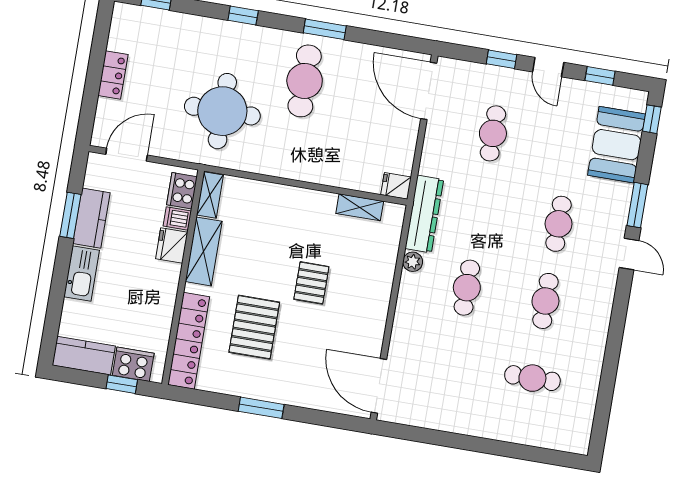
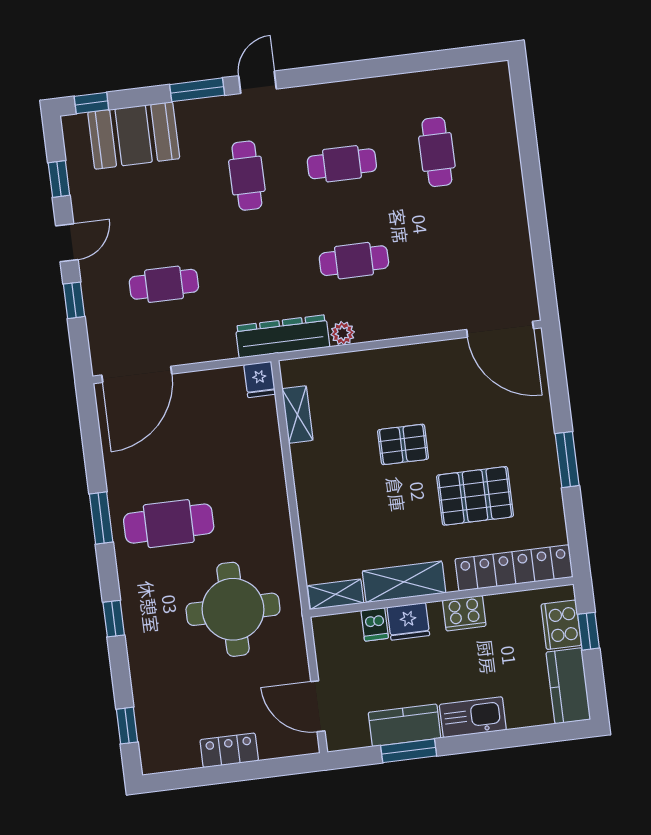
cooker: (182, 191) -> (464, 613), moved
cafe table: (559, 224) -> (247, 176), turned 90
door: (379, 386) -> (500, 329), hinge flipped

